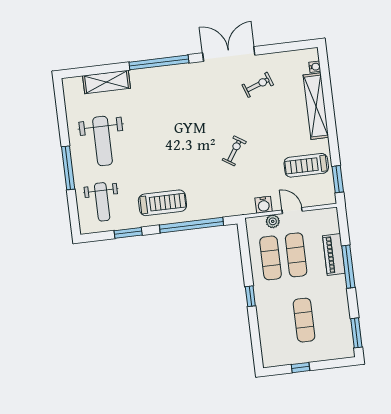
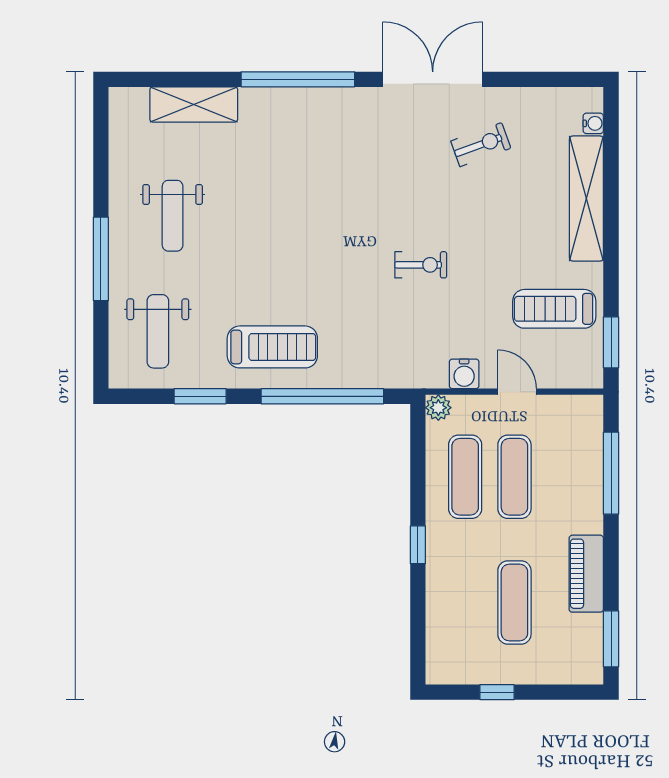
weight bench: (103, 141) -> (173, 216), width x0.73, depth x0.75
exercise bike: (234, 151) -> (421, 265), turned 57
plant: (273, 221) -> (438, 408), moved
piano: (334, 255) -> (586, 574), moved
window: (348, 267) -> (611, 473), moved

